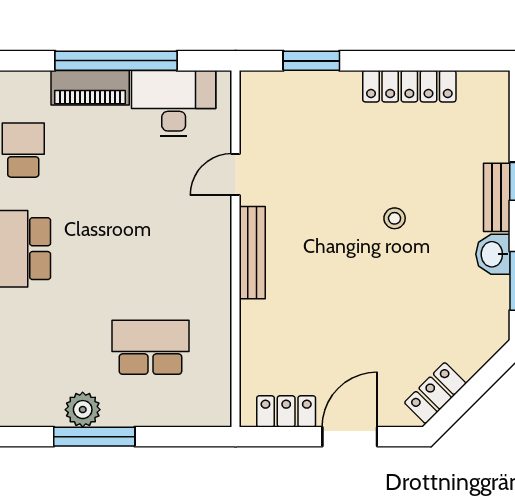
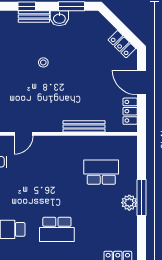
door: (236, 174) -> (24, 134), hinge flipped
bench: (252, 253) -> (84, 126), moved
school desk: (150, 347) -> (101, 172), turned 90

